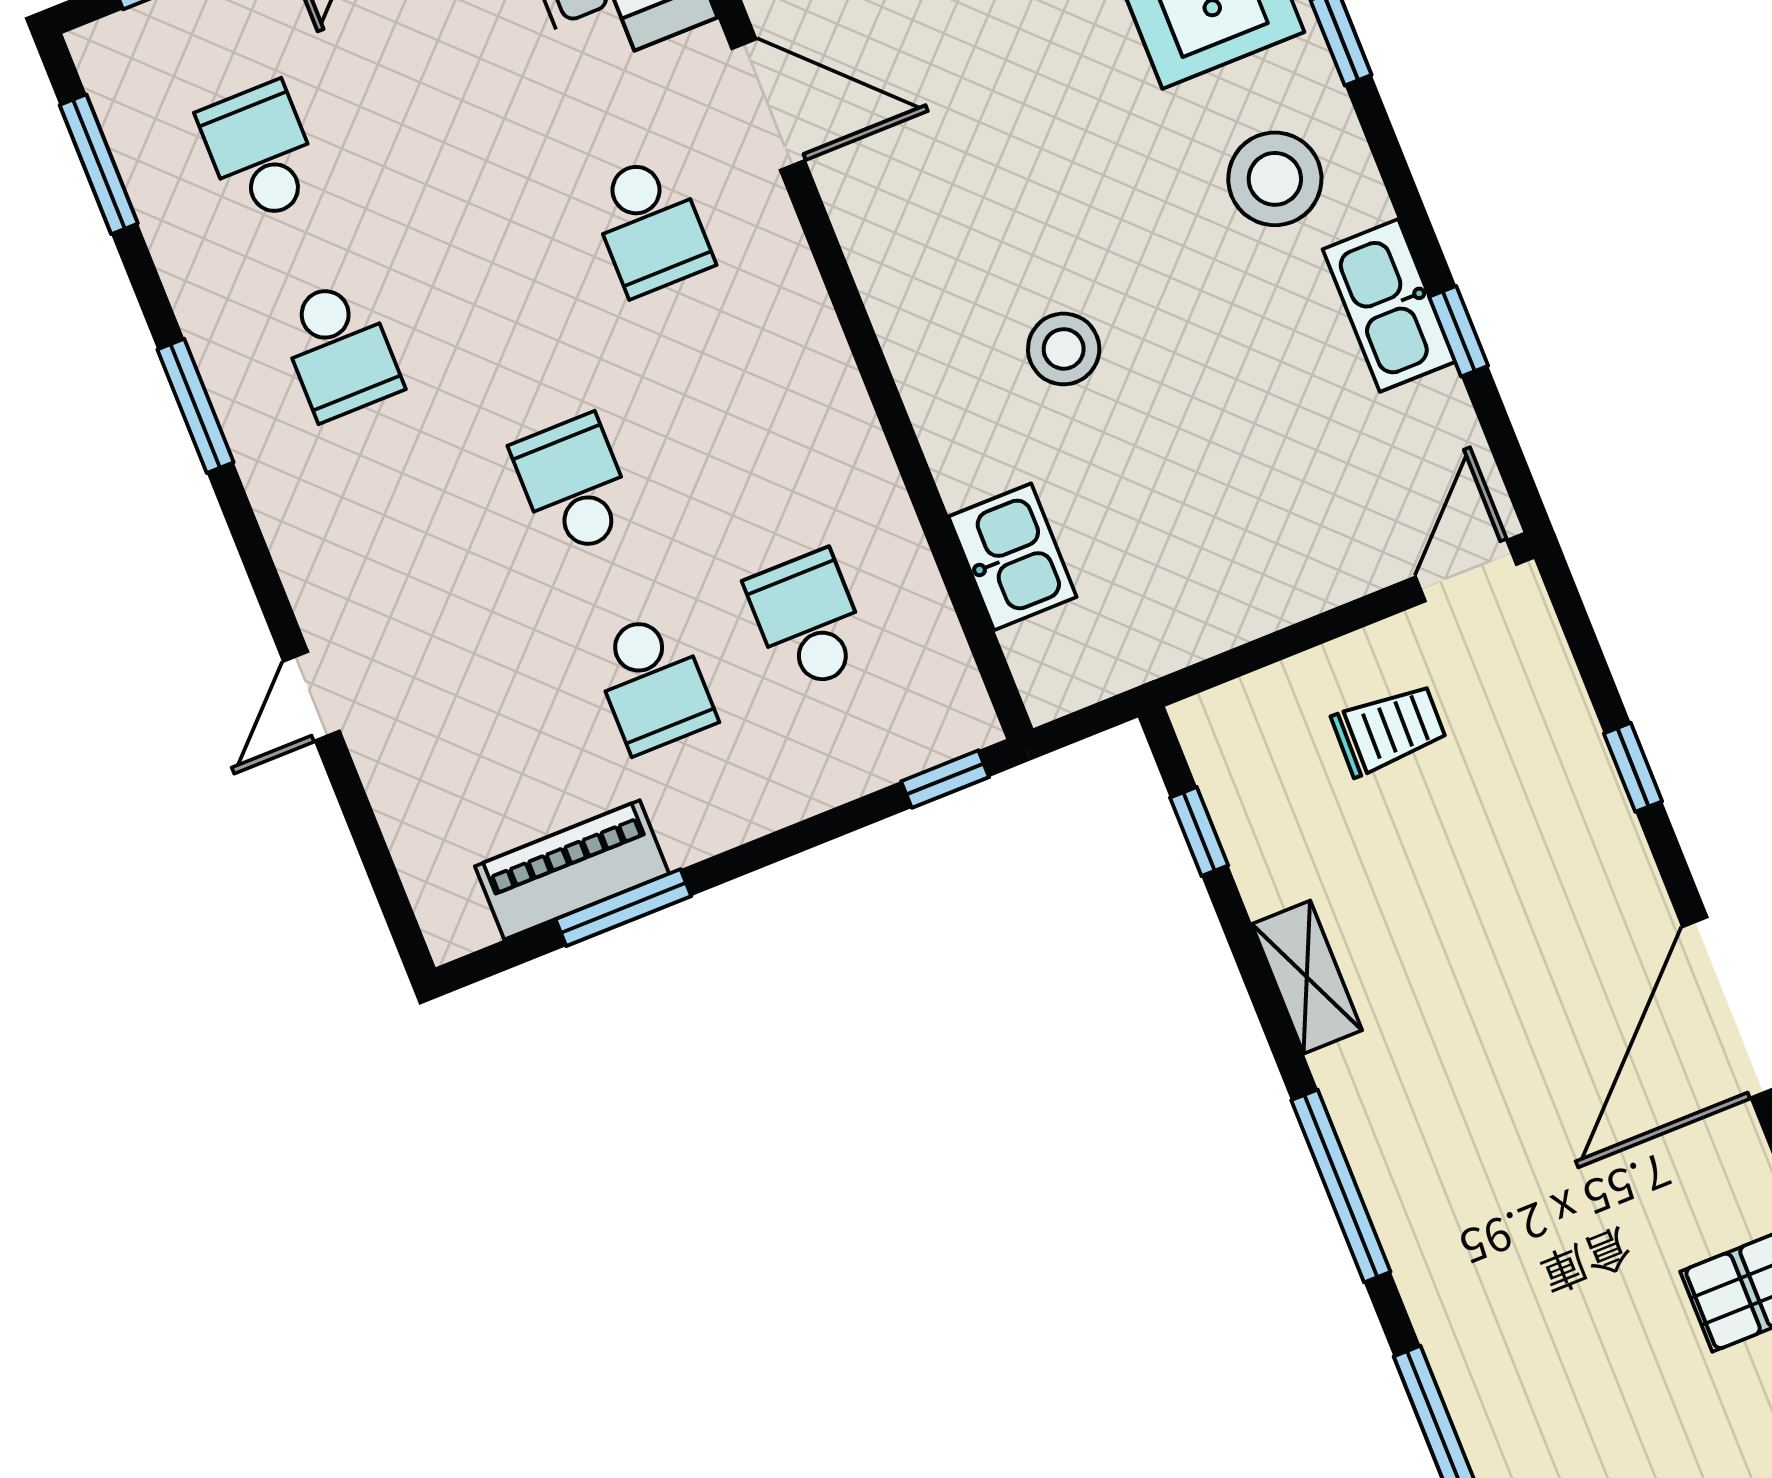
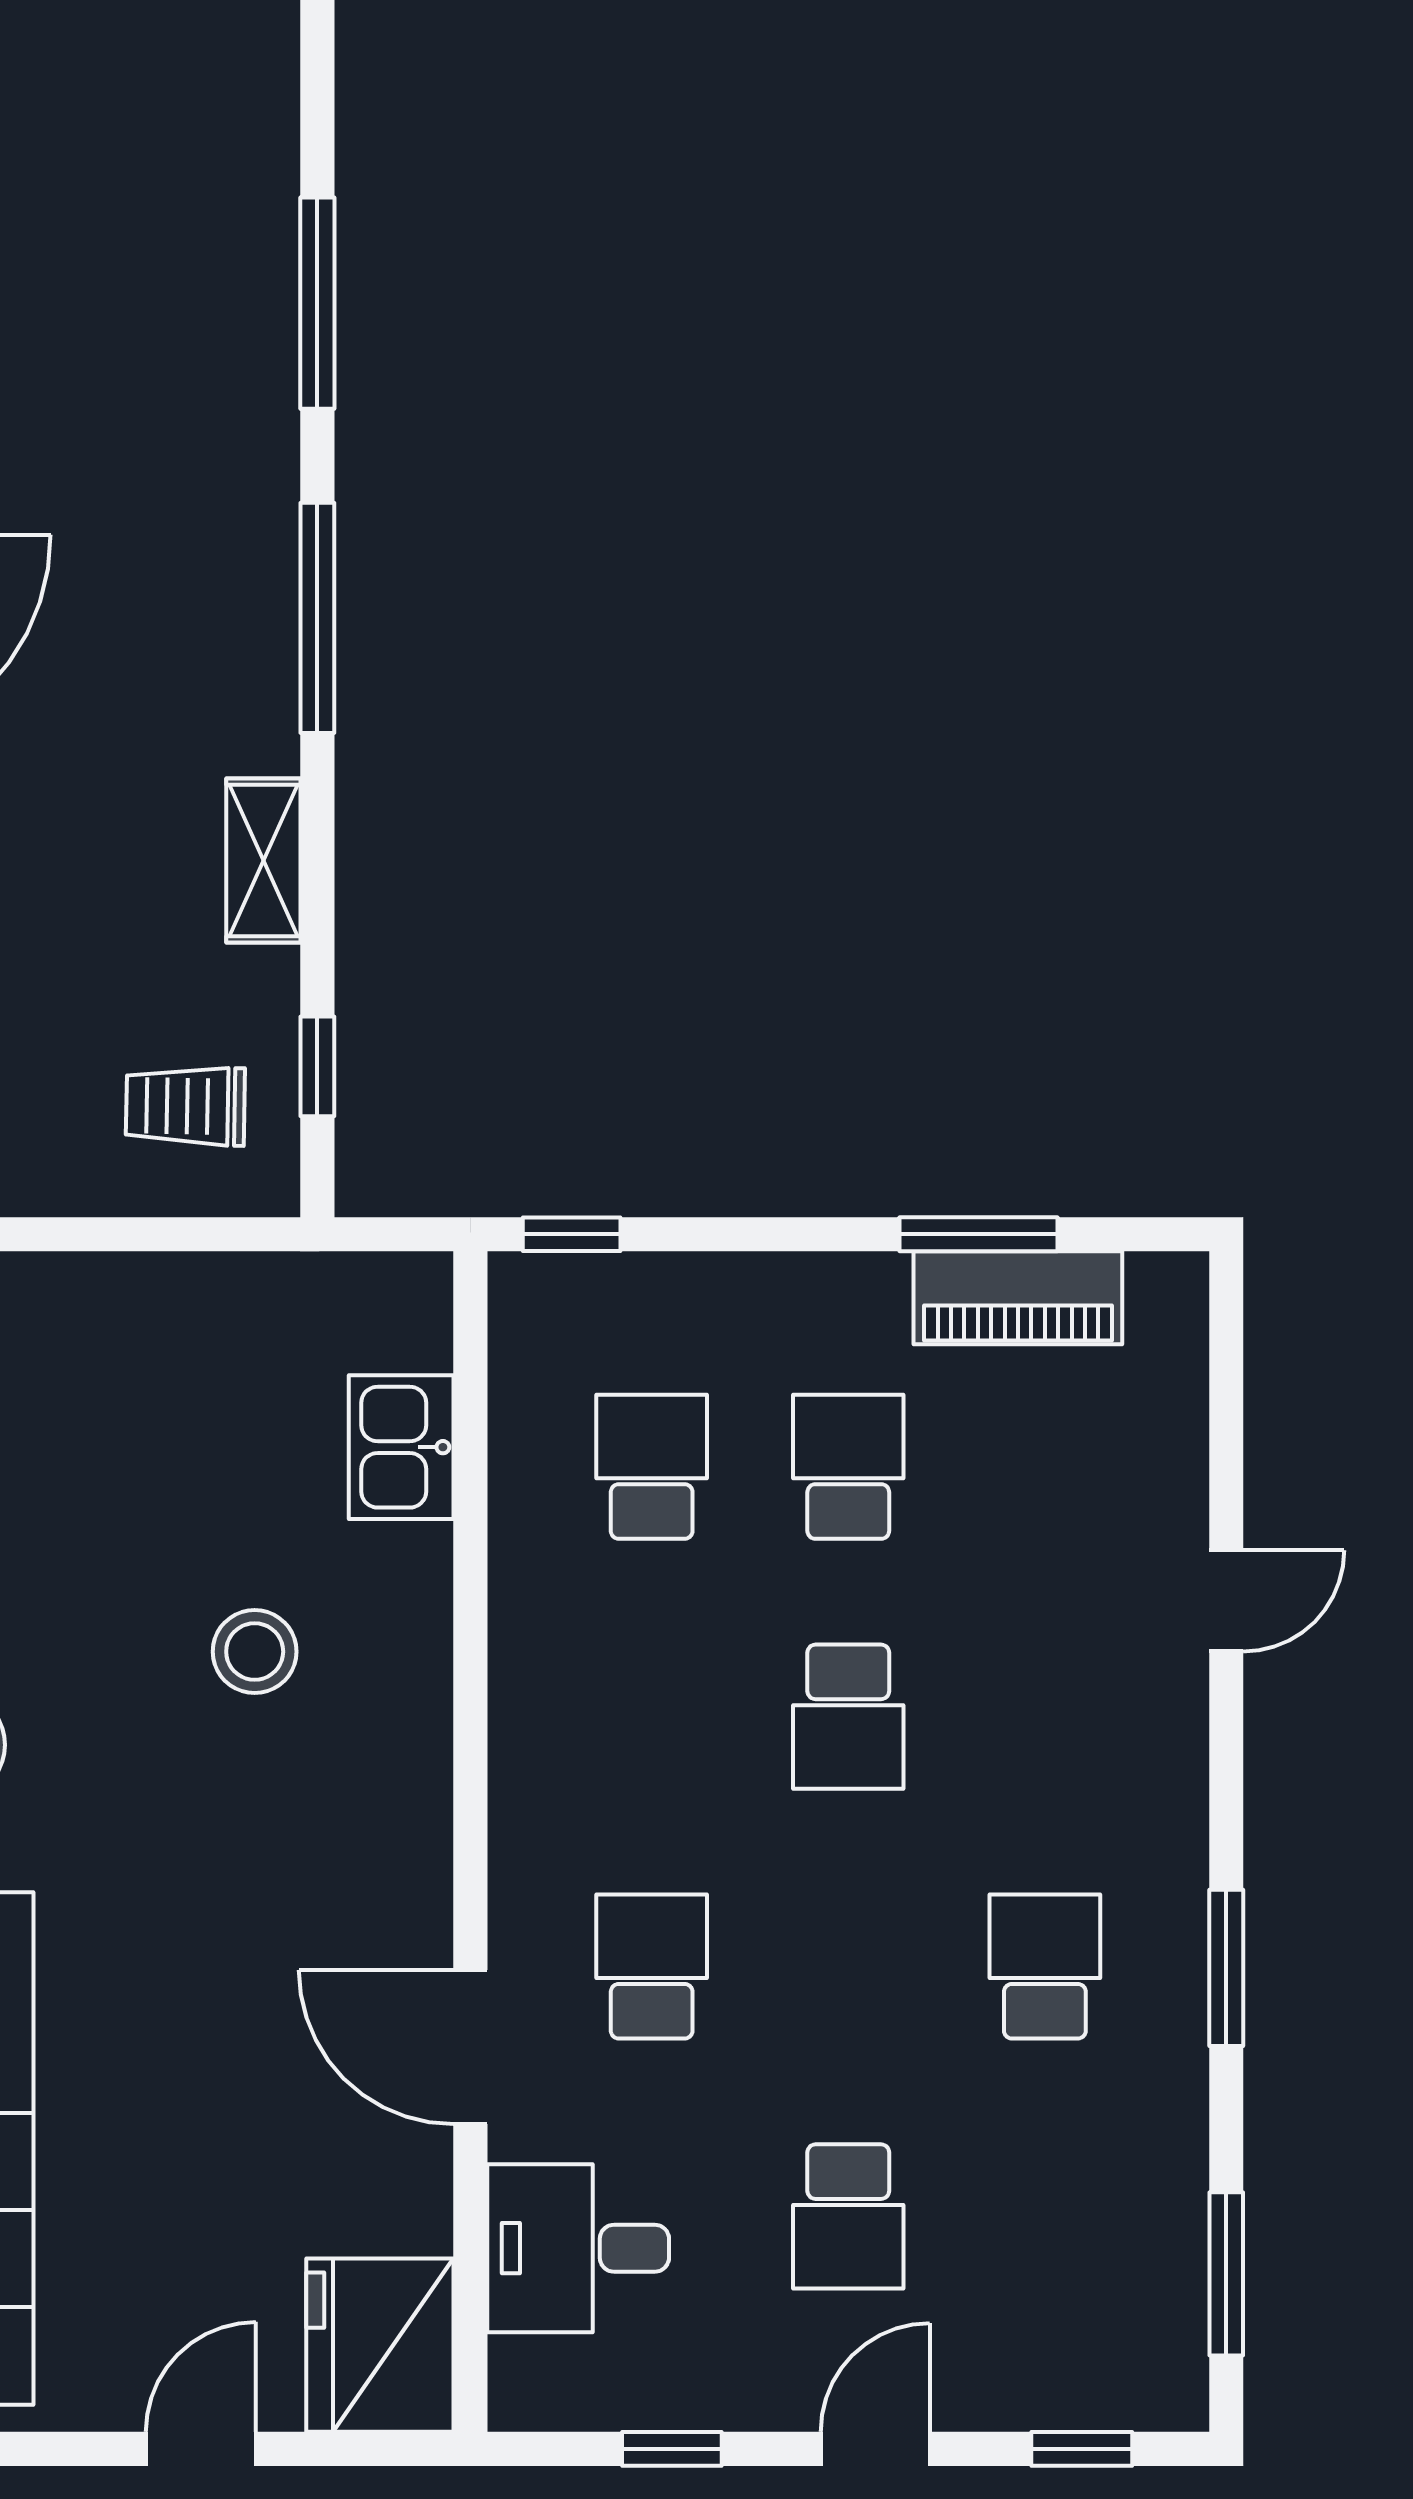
school desk: (260, 152) -> (848, 2216), moved
school desk: (808, 621) -> (652, 1467), turned 180
trolley: (1389, 730) -> (185, 1106), moved

